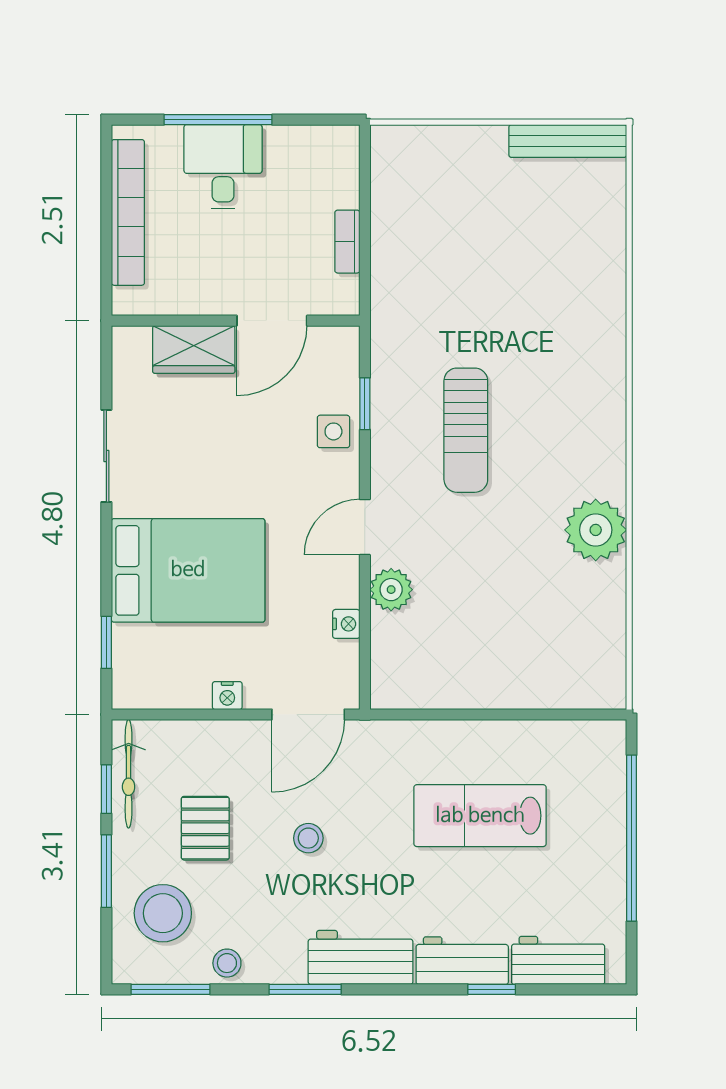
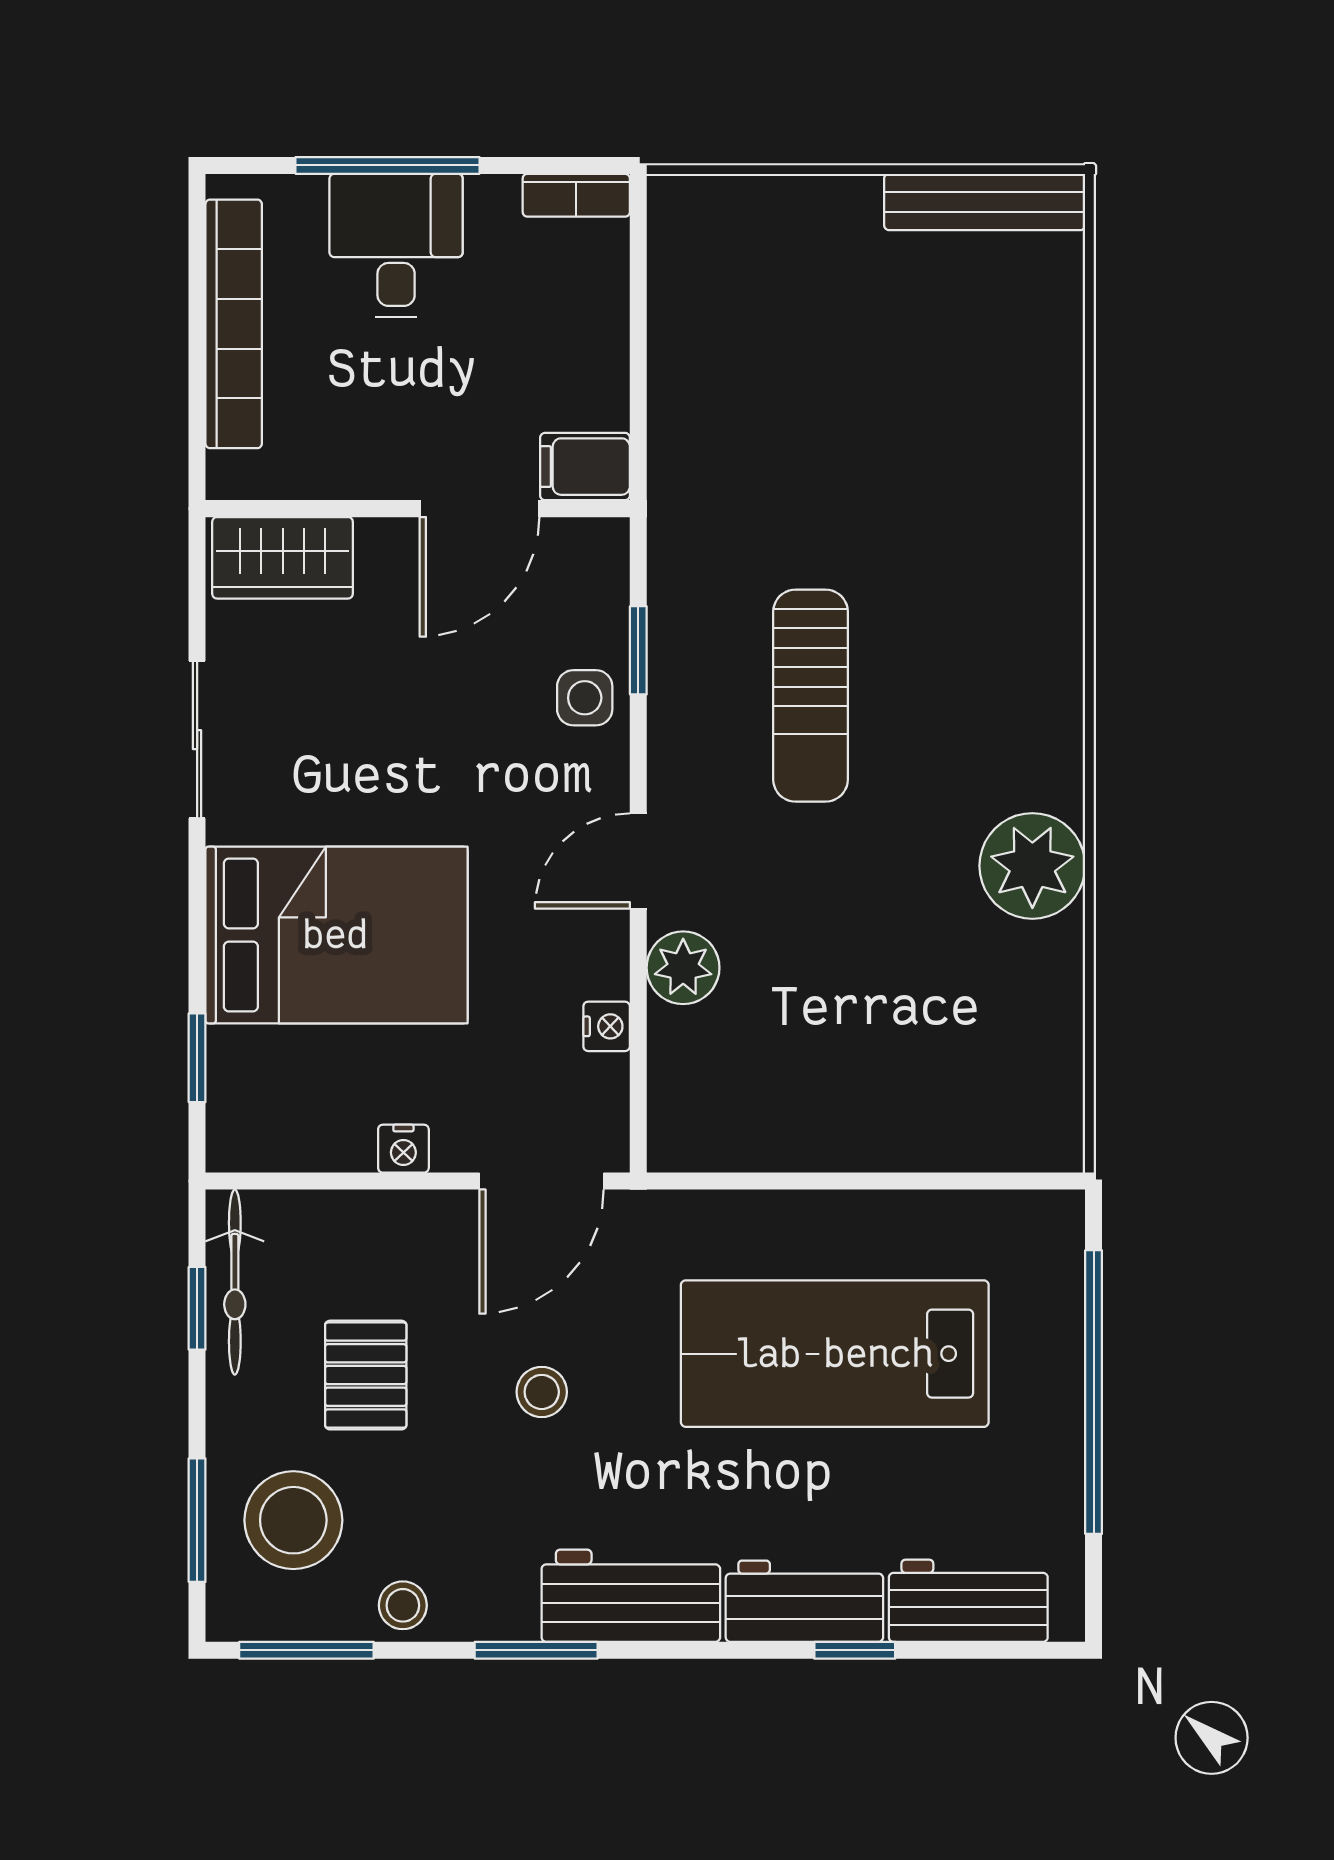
bookcase: (347, 242) -> (576, 195), moved, turned -90
filing cabinet: (334, 296) -> (585, 467), added
wardrobe: (194, 349) -> (283, 558), moved
lab bench: (480, 816) -> (835, 1354), width x1.36, depth x1.39
window: (106, 871) -> (197, 1520), moved

